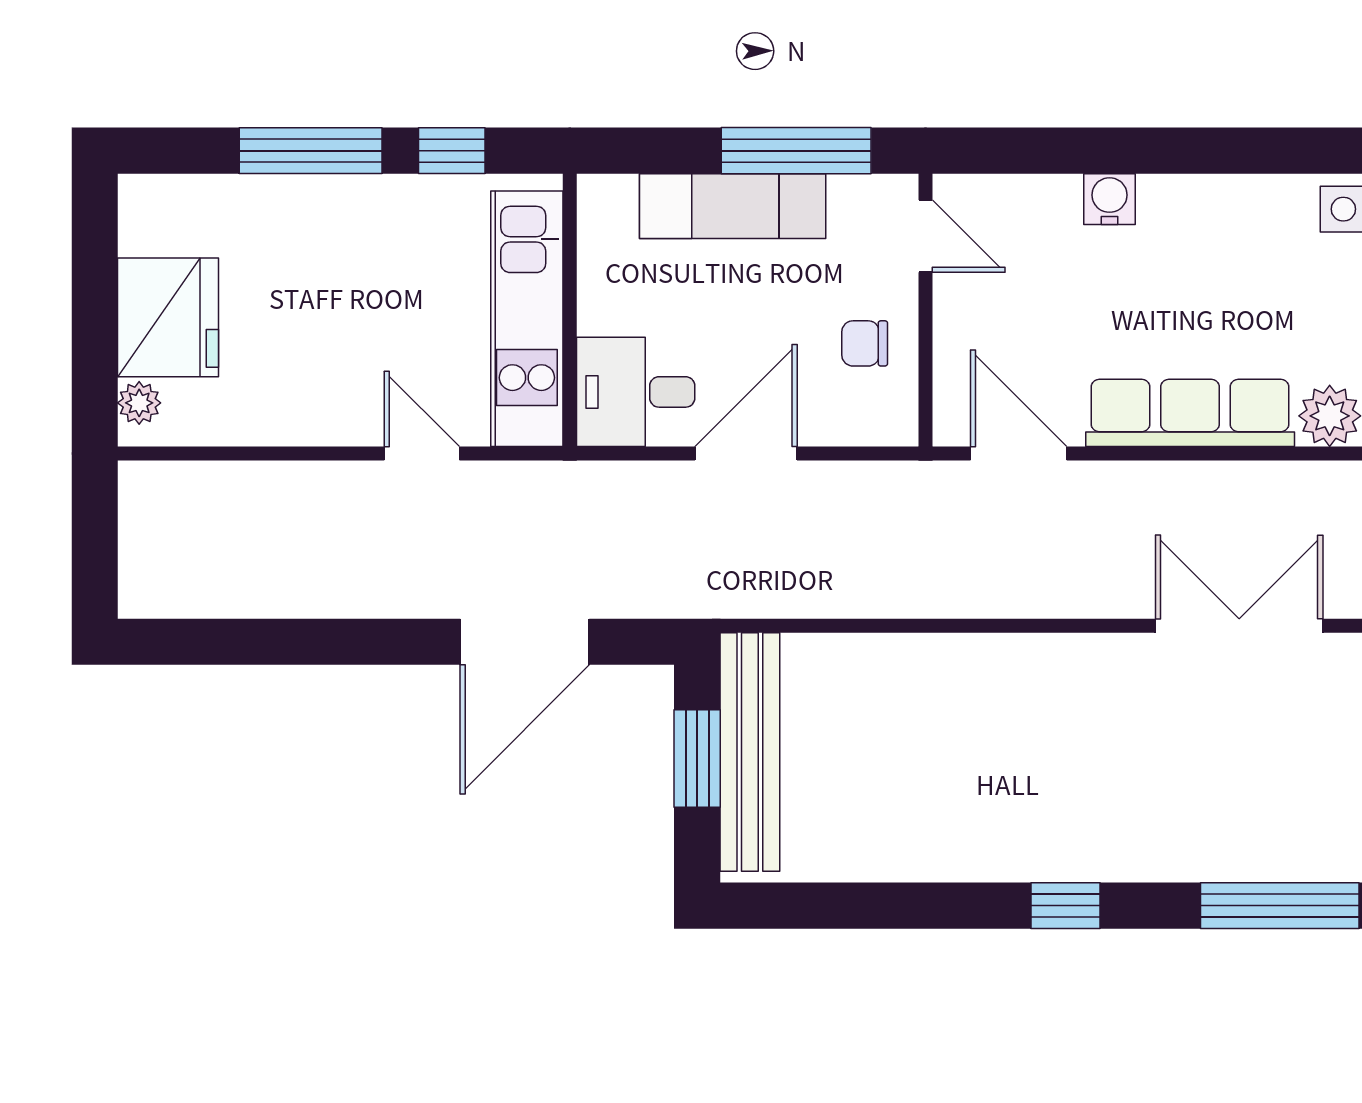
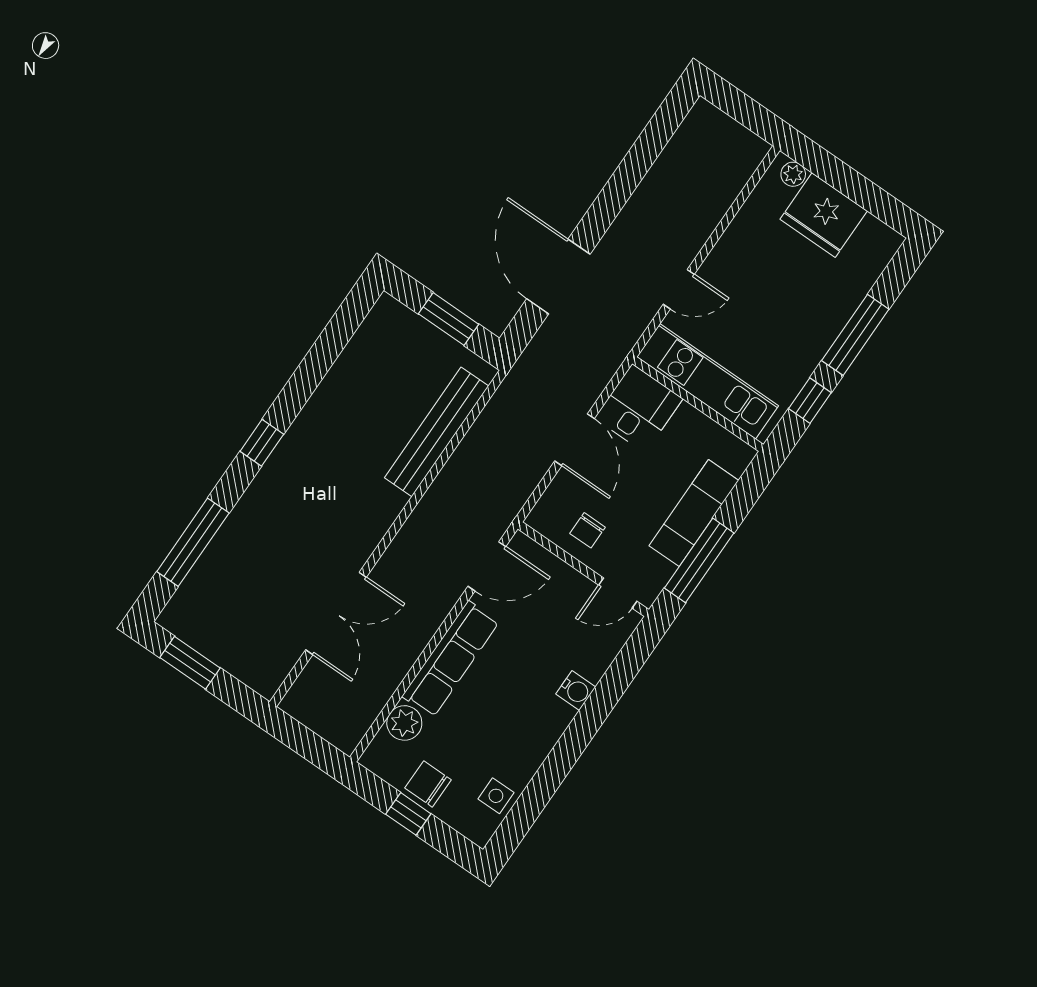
chair: (865, 343) -> (588, 530), turned 180
bench: (750, 752) -> (437, 432), moved, turned 90

